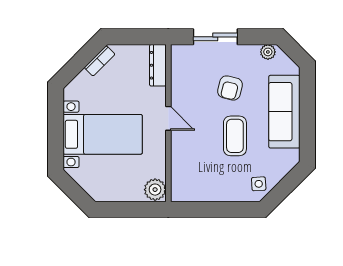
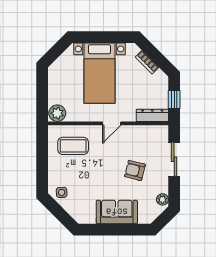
window: (137, 37) -> (174, 100), added
bookcase: (100, 61) -> (147, 62), moved
sofa: (284, 112) -> (117, 212), width x0.73
coffee table: (235, 136) -> (73, 146), moved

